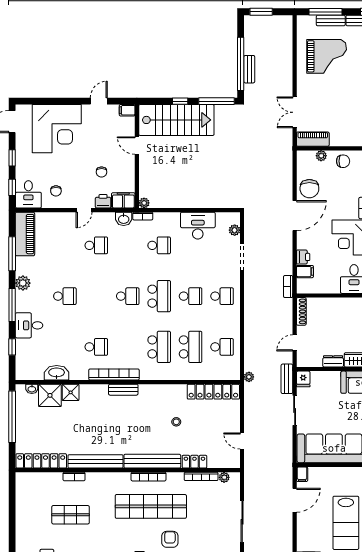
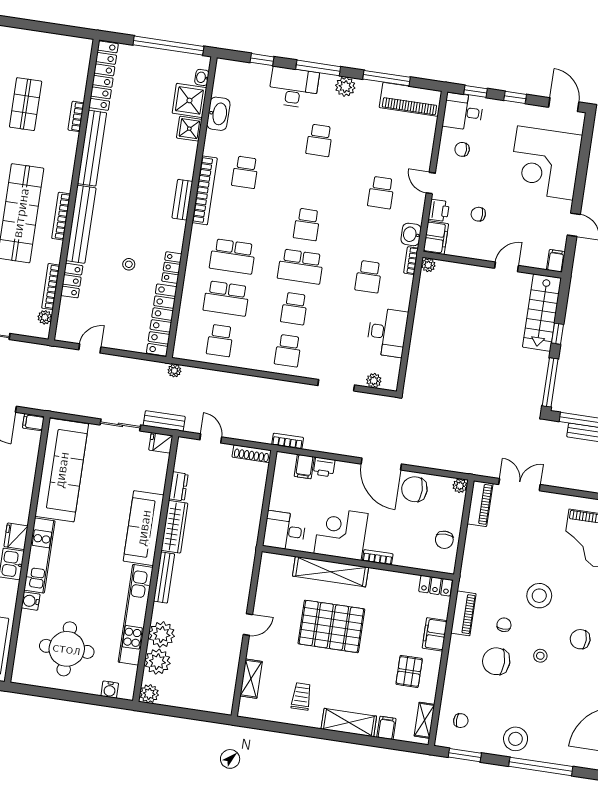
stairs: (176, 120) -> (542, 313), width x0.73, depth x0.66
plant: (321, 156) -> (460, 486), moved
desk: (29, 325) -> (294, 87), width x1.37
locker: (174, 390) -> (172, 267), added

